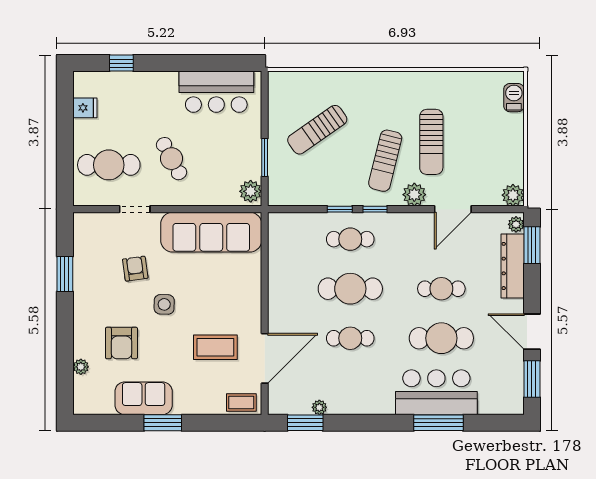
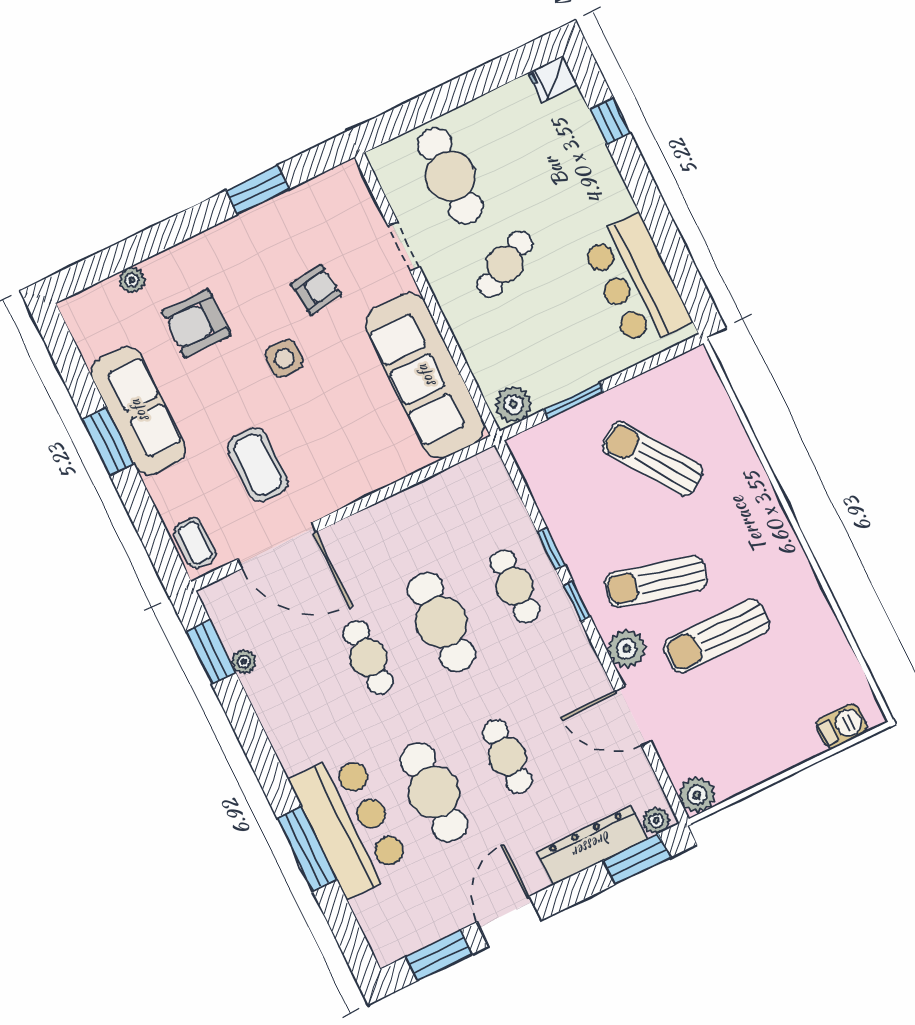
fridge: (85, 108) -> (553, 79), moved, turned 90
sofa: (144, 398) -> (138, 411), width x1.36

